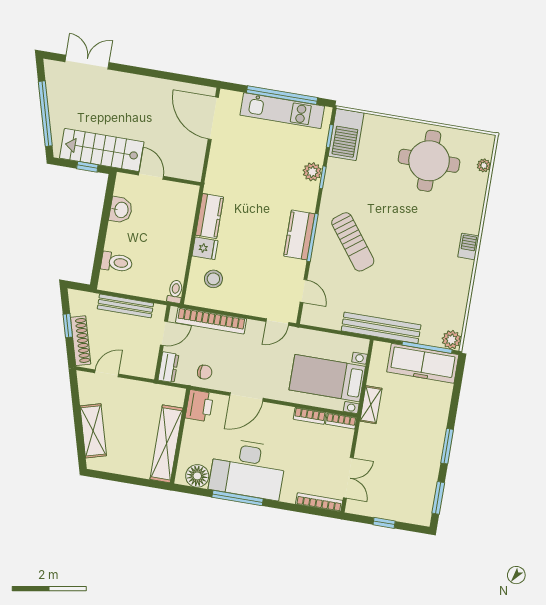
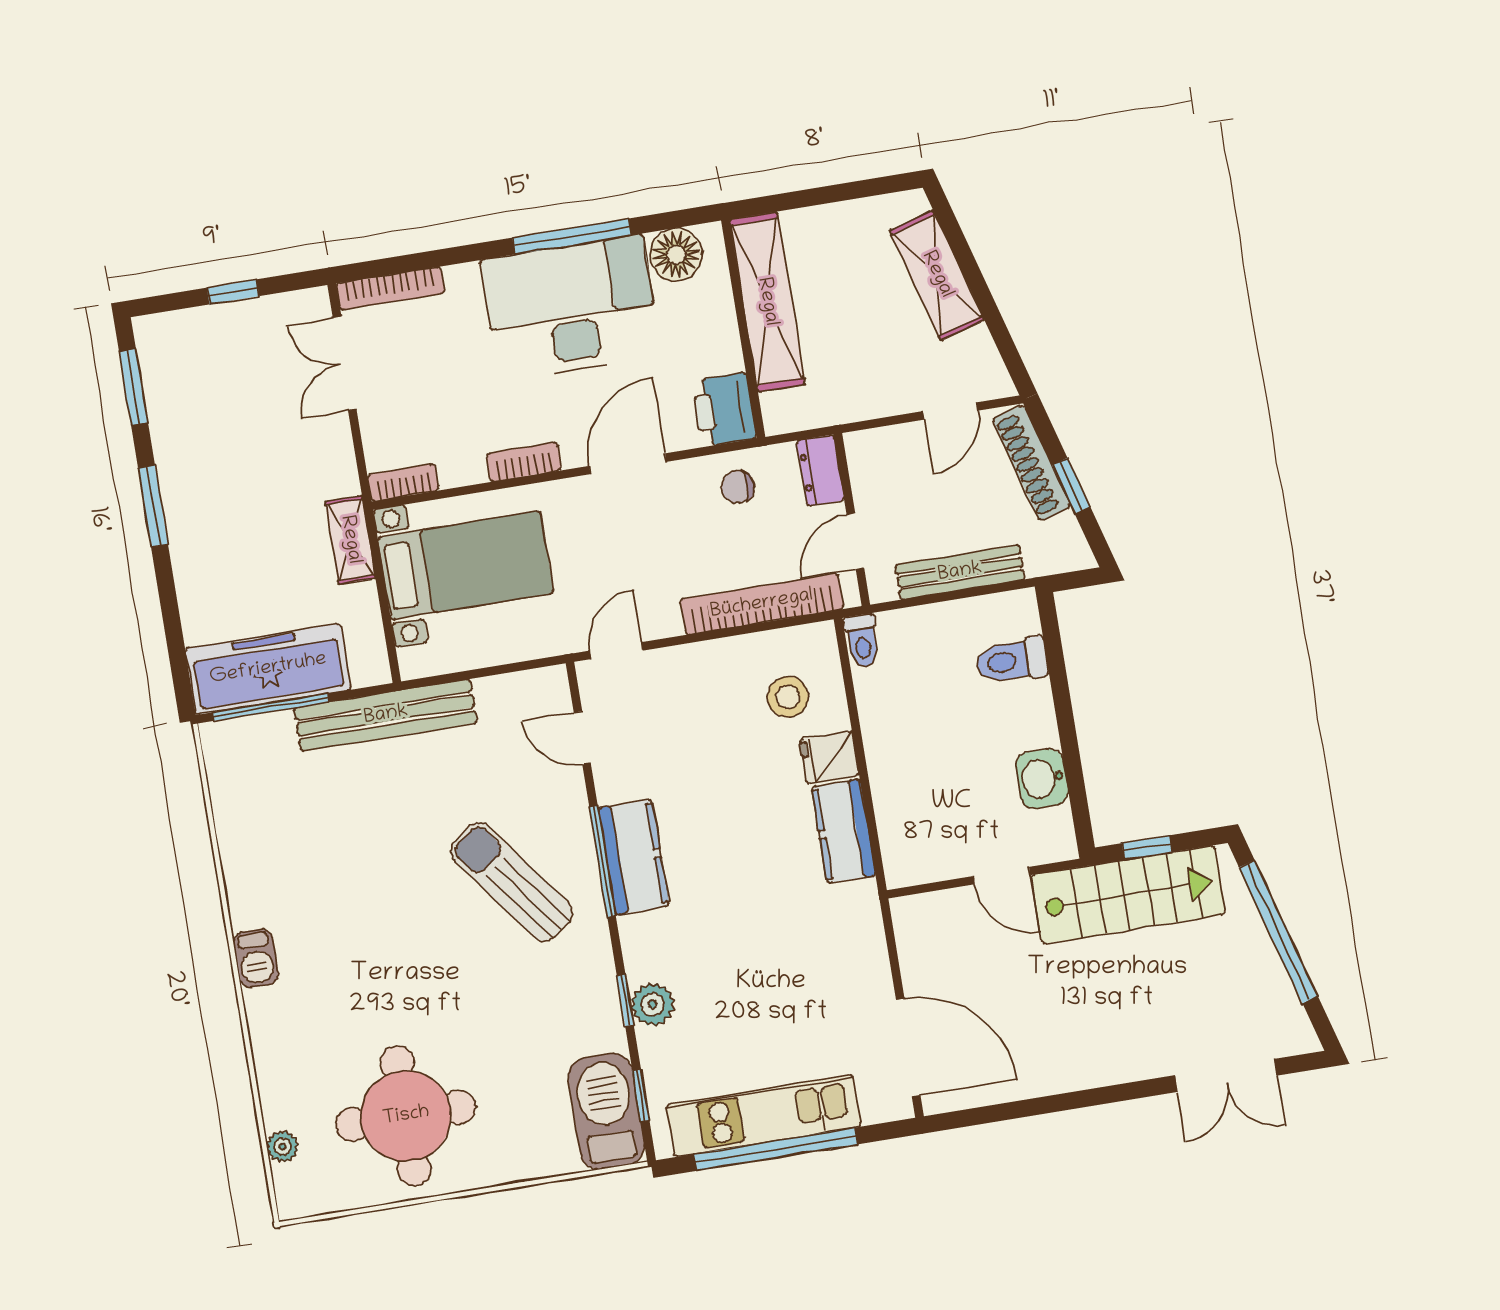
plant: (451, 340) -> (223, 742), removed
bookcase: (310, 416) -> (524, 462), moved

